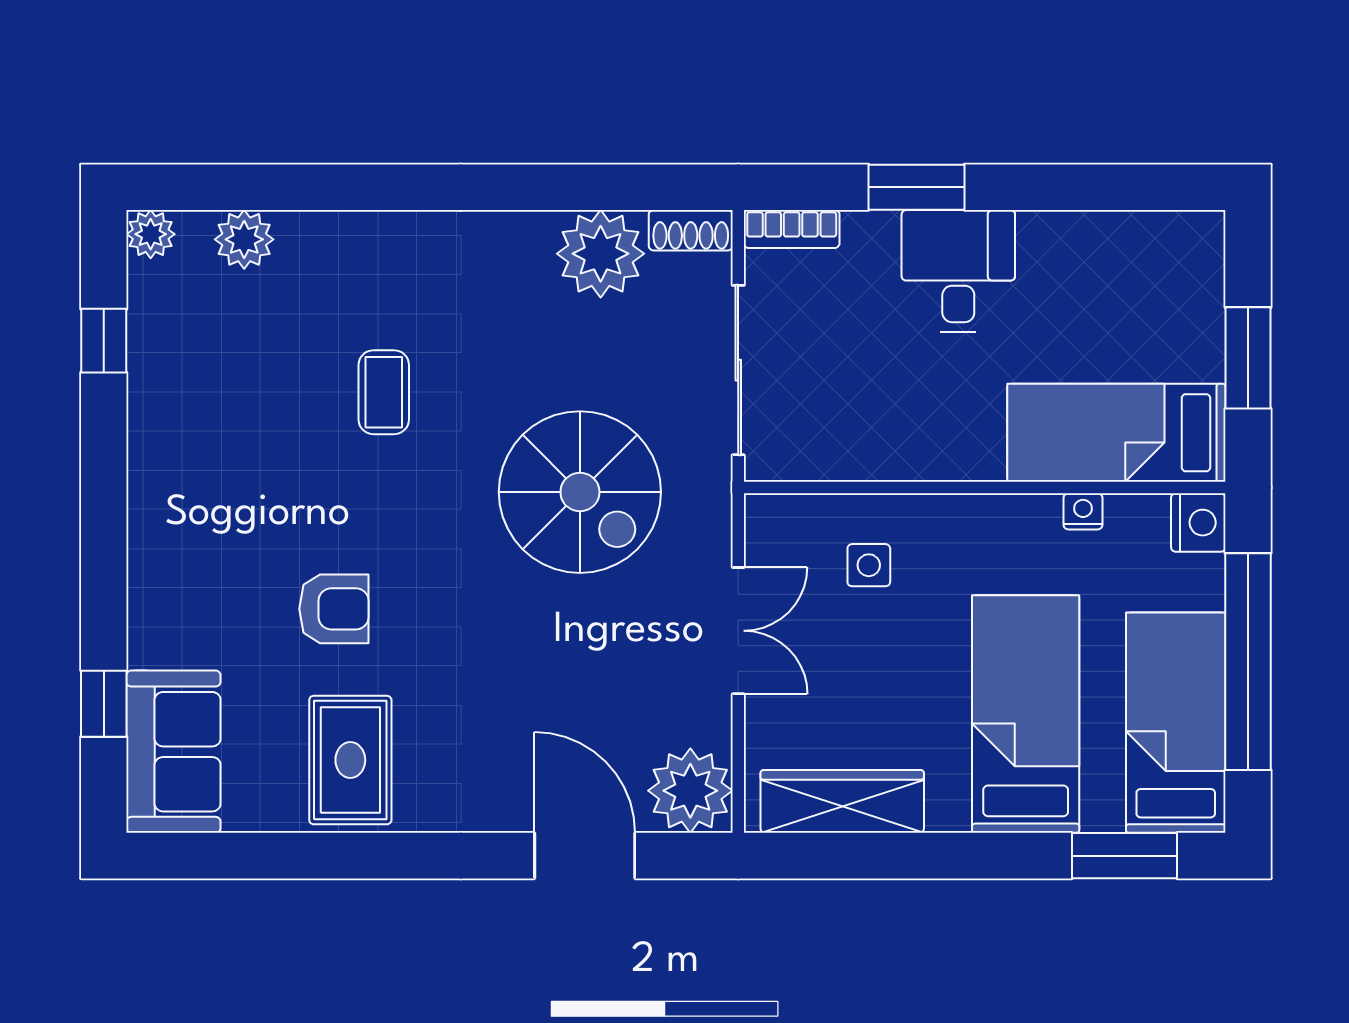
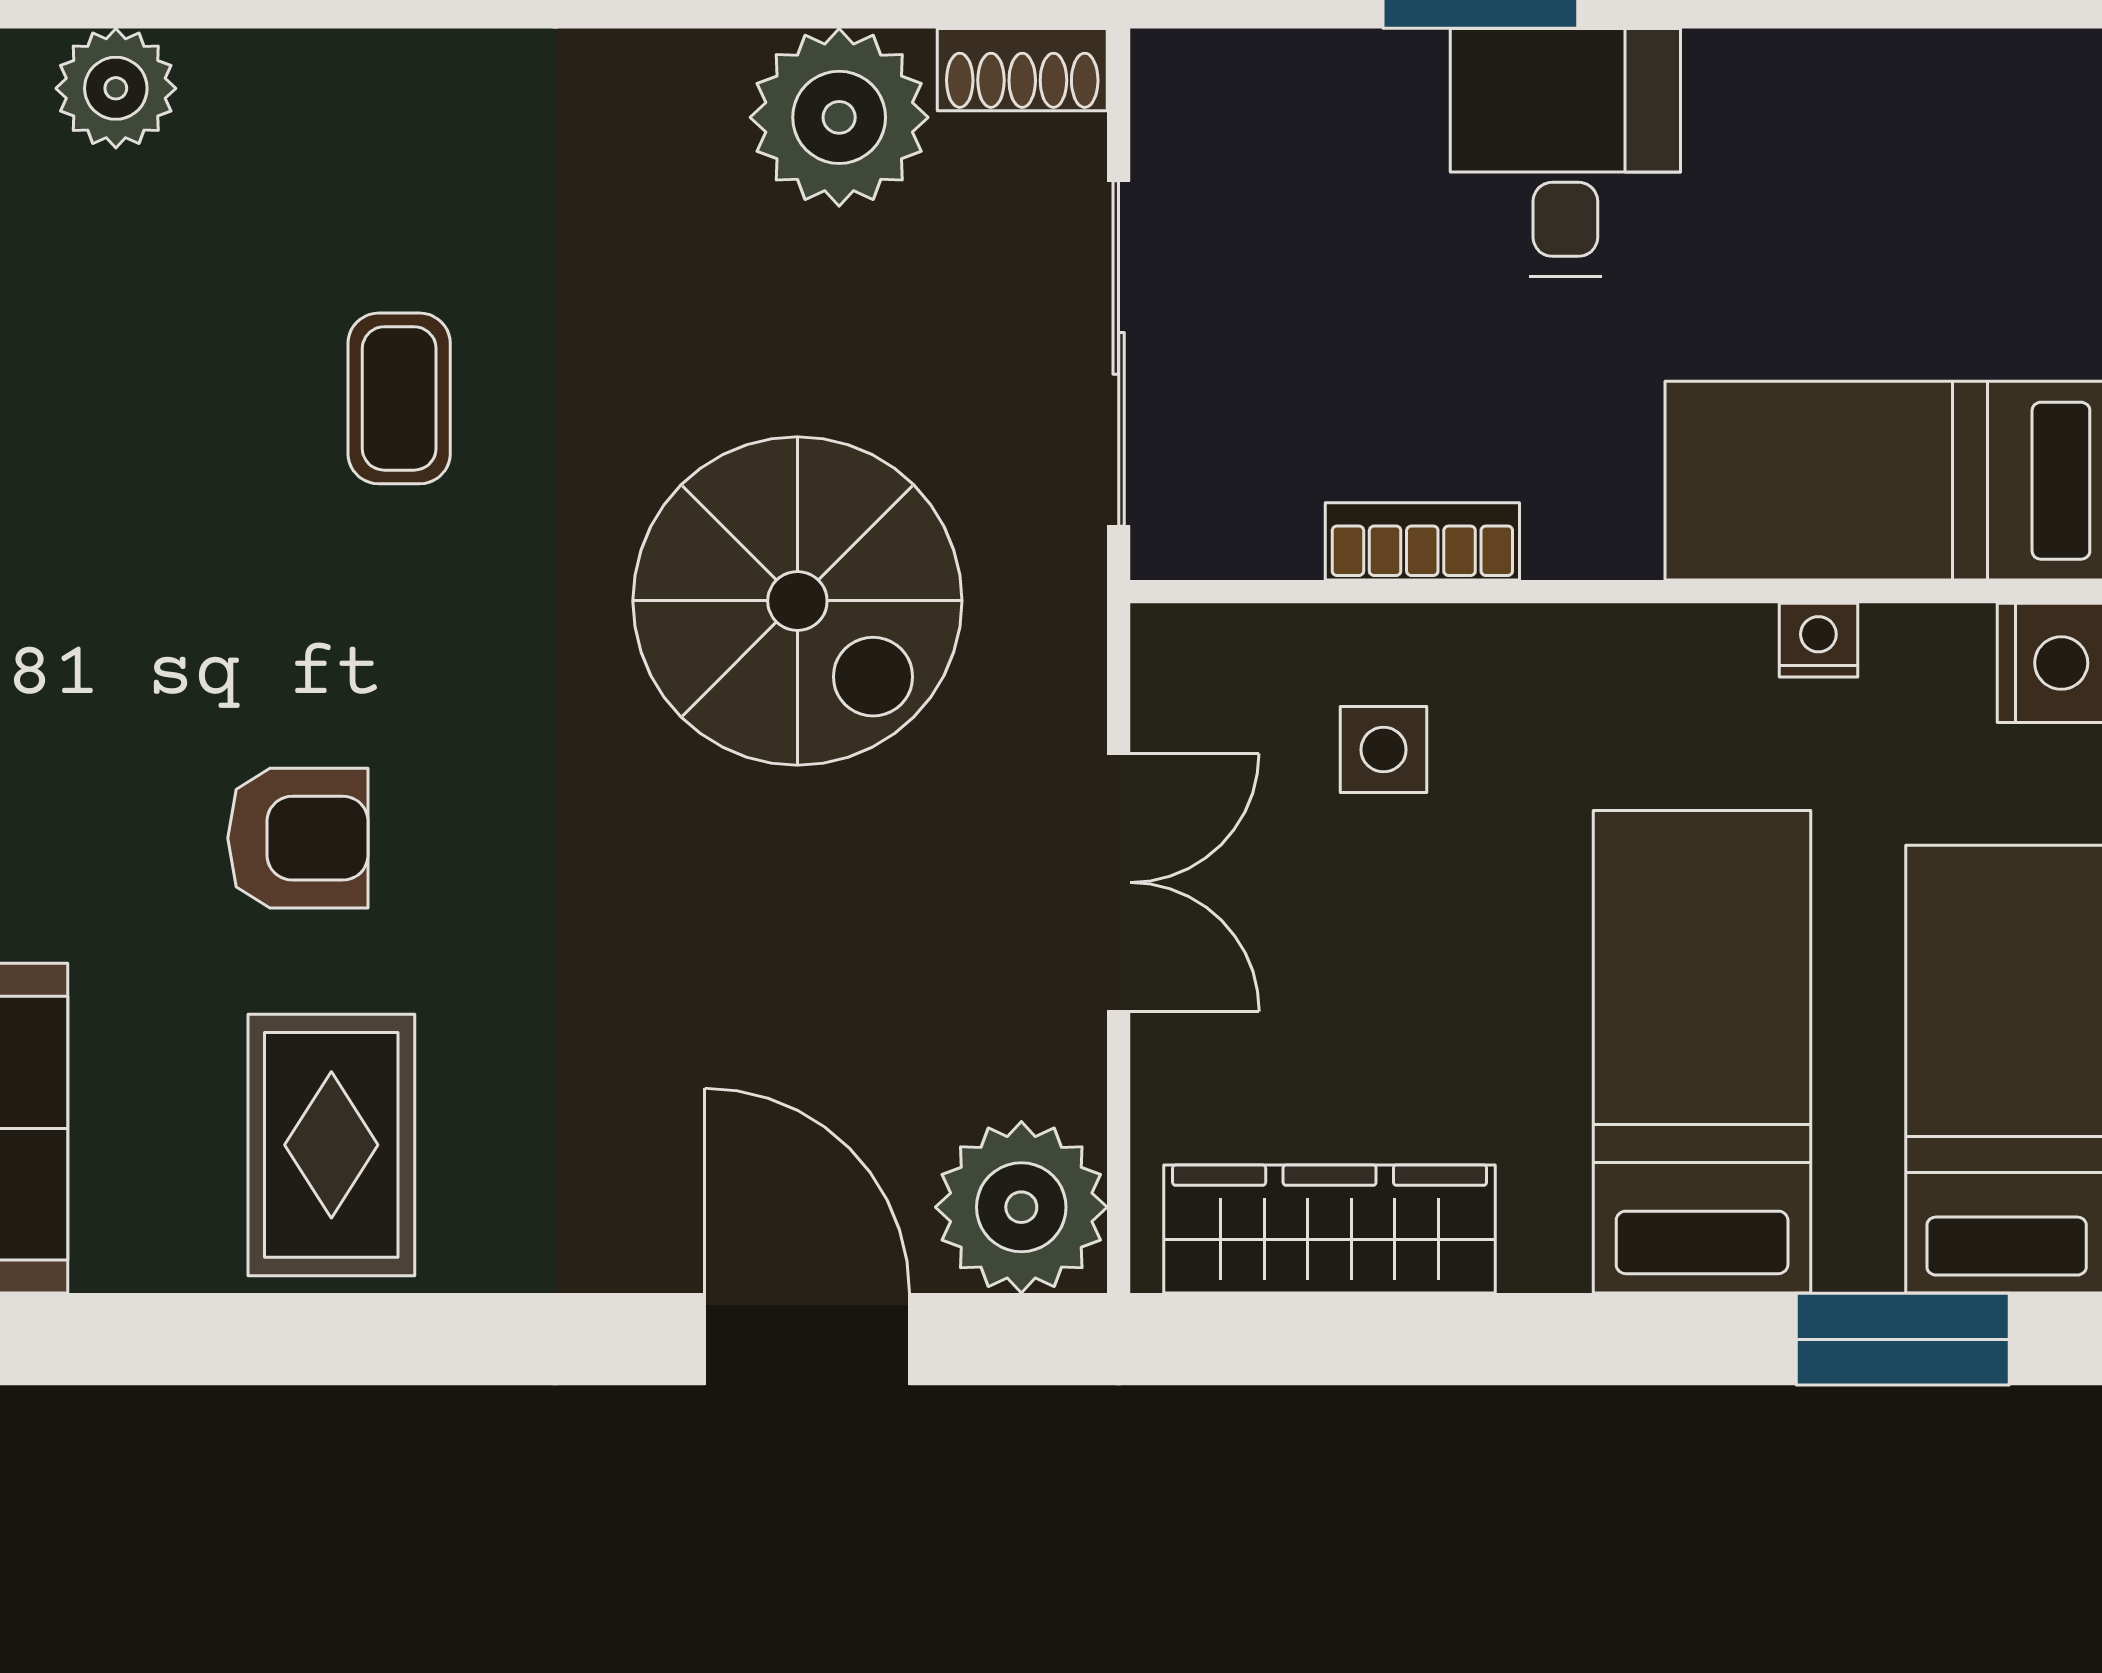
bookcase: (792, 229) -> (1422, 541), moved, turned 180

